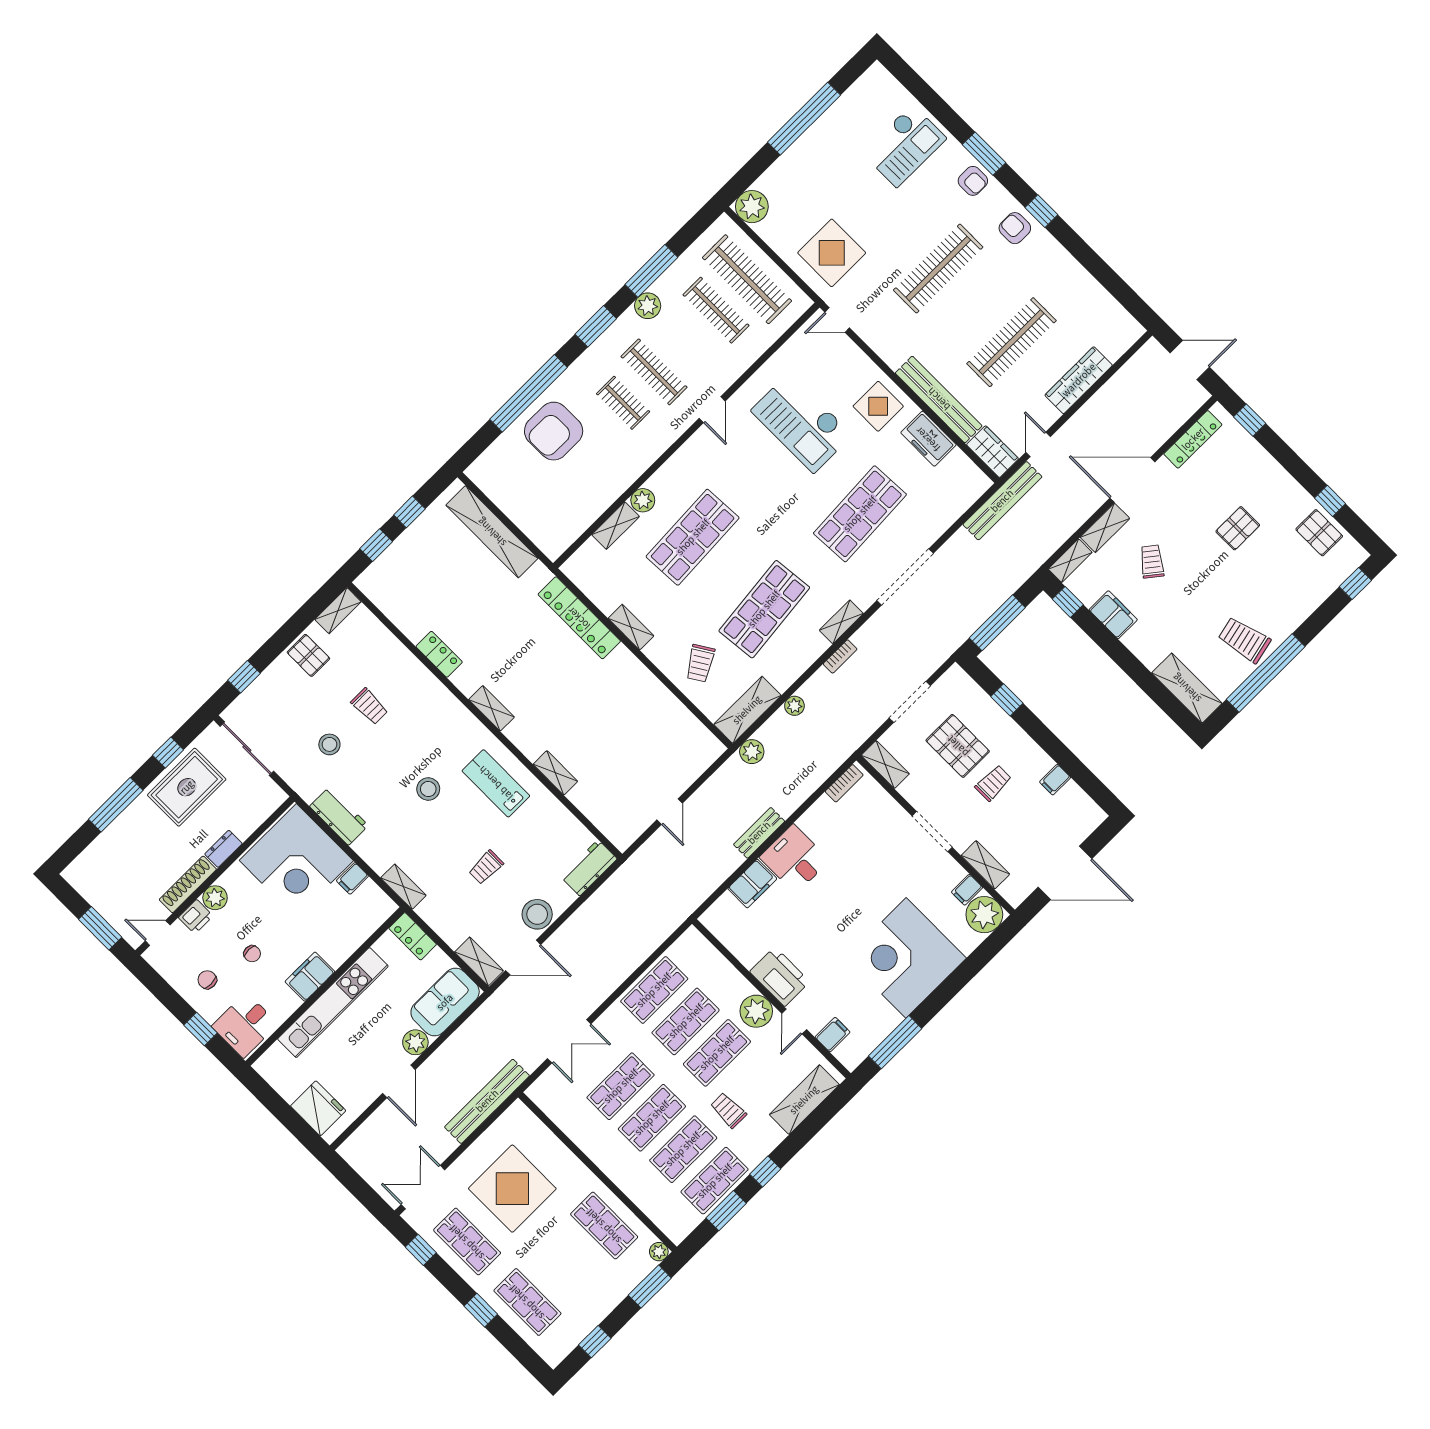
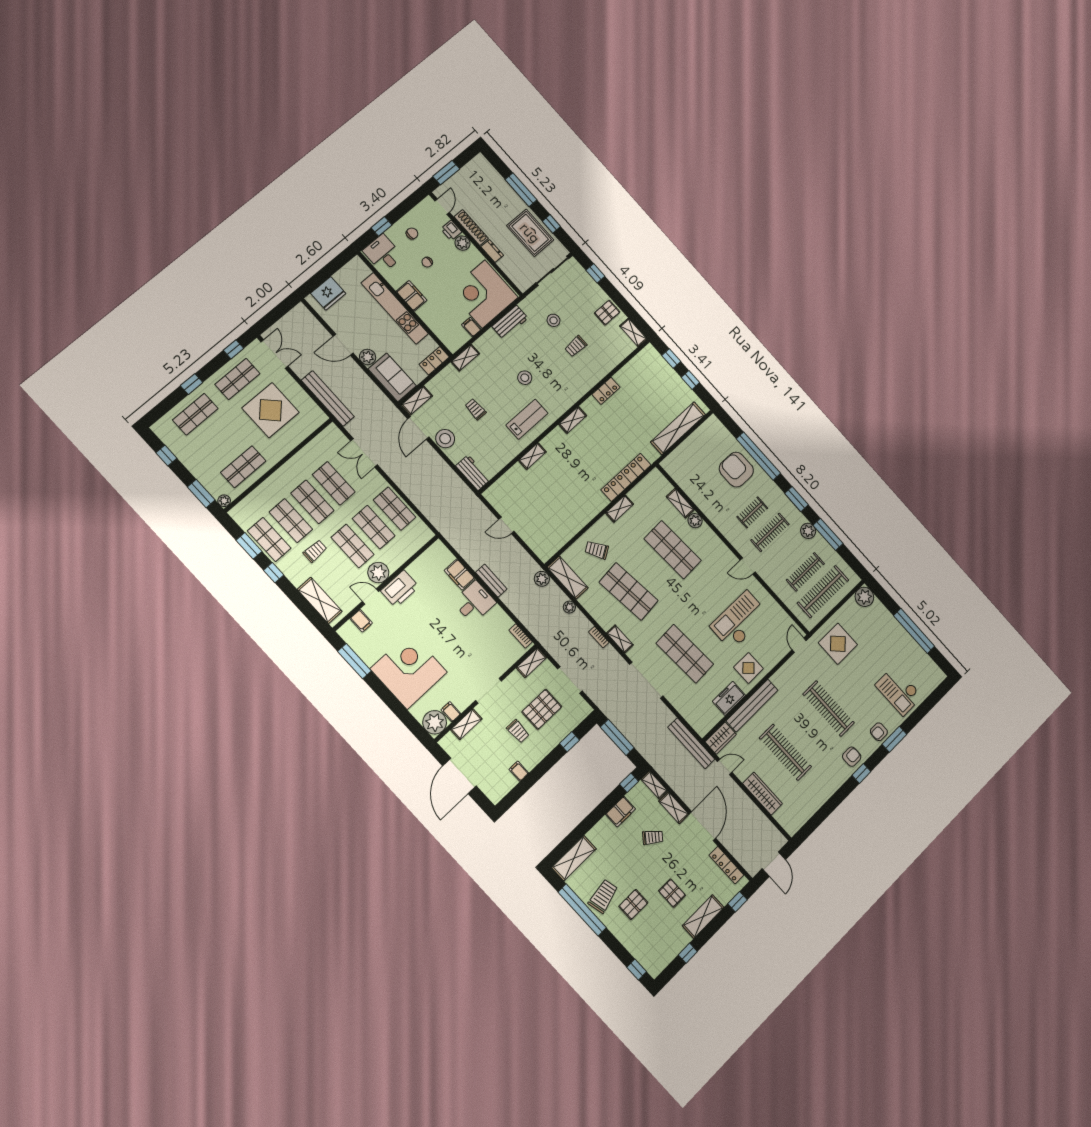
shelving: (1273, 477) -> (703, 917), added
pallet: (1319, 533) -> (633, 904), moved

